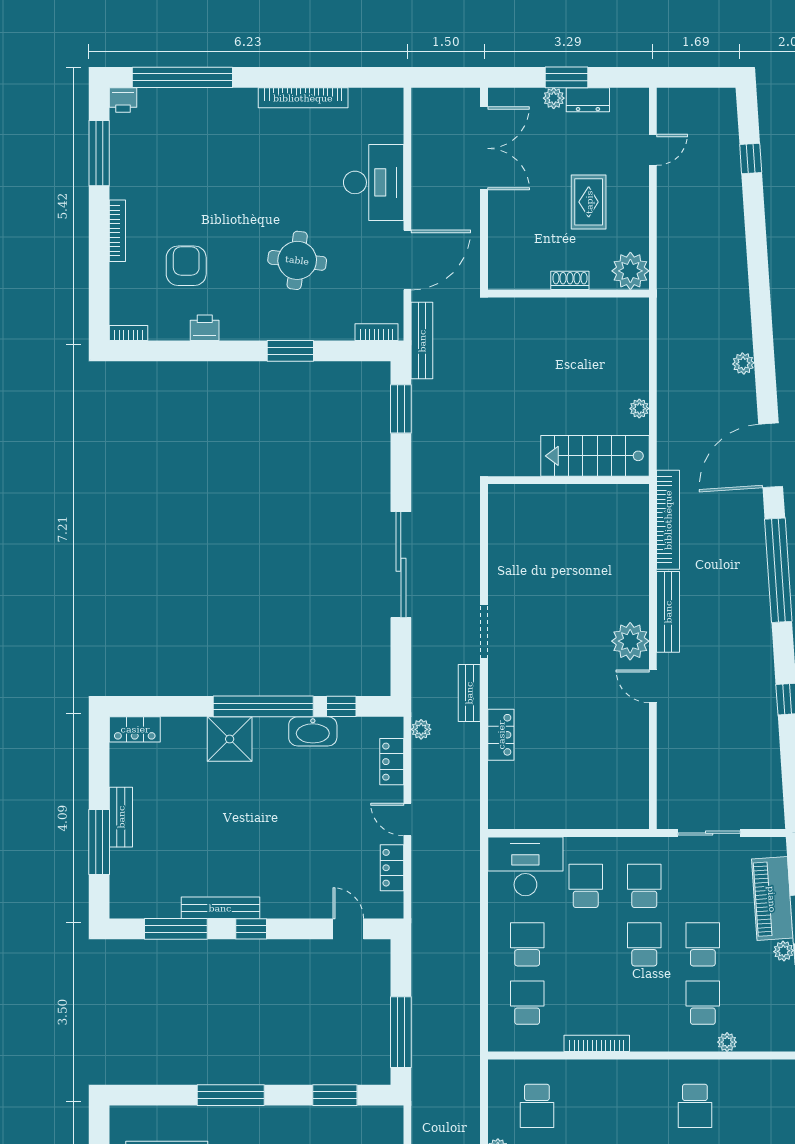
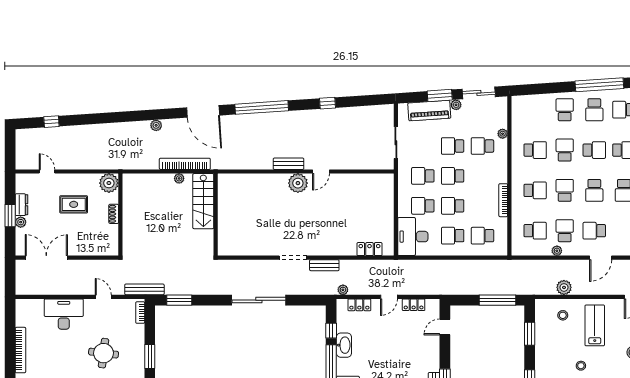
door: (407, 260) -> (103, 297), width x0.53
bookcase: (668, 520) -> (185, 164), moved
bench: (668, 612) -> (288, 164), width x0.73
locker: (501, 735) -> (369, 249), moved
school desk: (586, 944) -> (453, 206), added
school desk: (616, 1106) -> (535, 190), added

